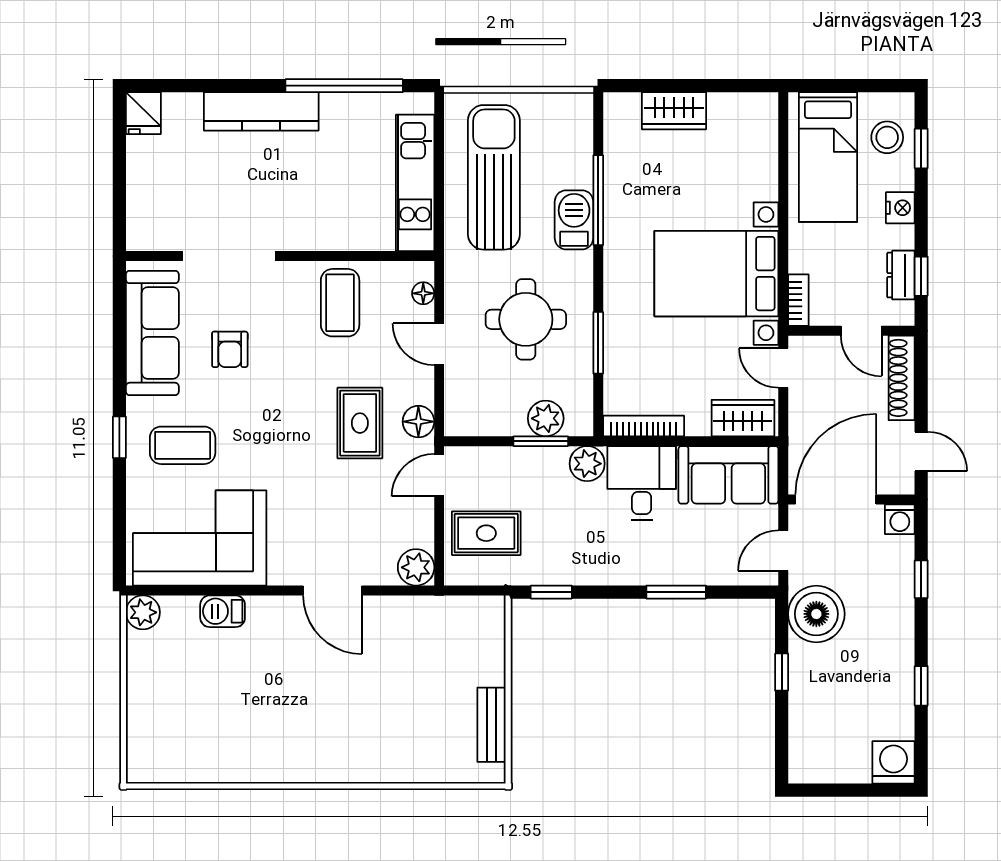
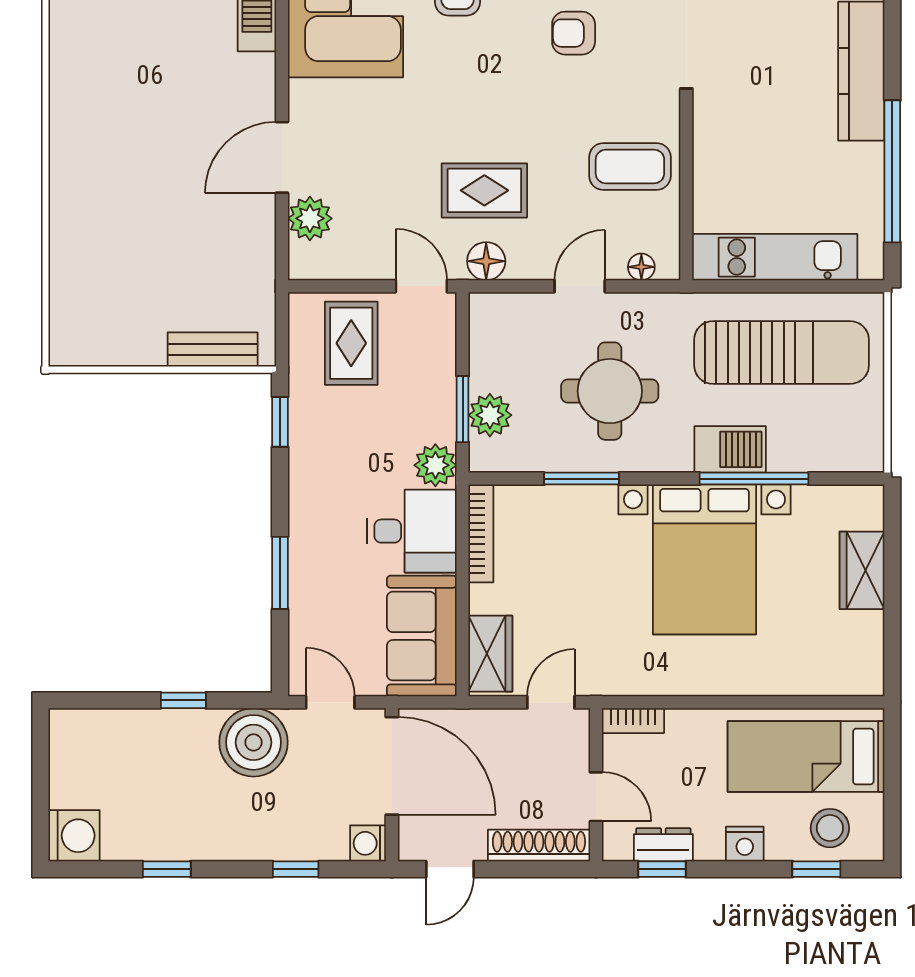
bed with nightstands: (716, 274) -> (704, 559), moved, turned 180
door: (861, 331) -> (596, 797), swing flipped
plant: (416, 567) -> (310, 218), moved
bench: (491, 725) -> (213, 350), moved

